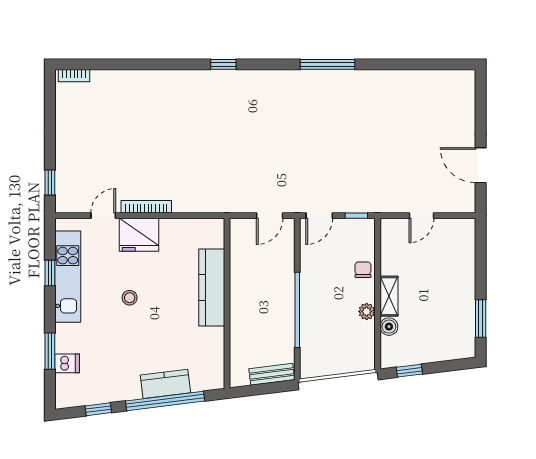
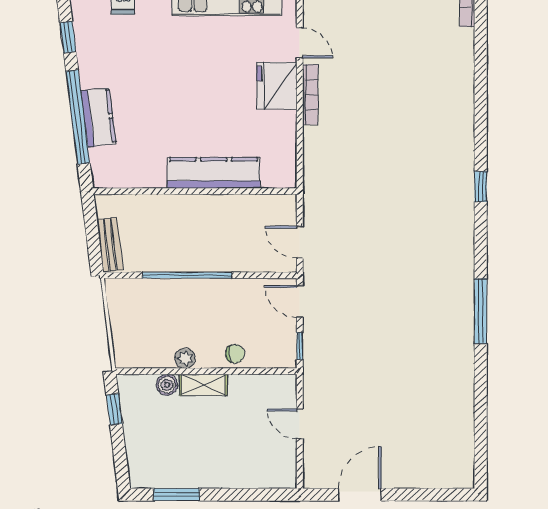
stool: (130, 298) -> (201, 75), removed

